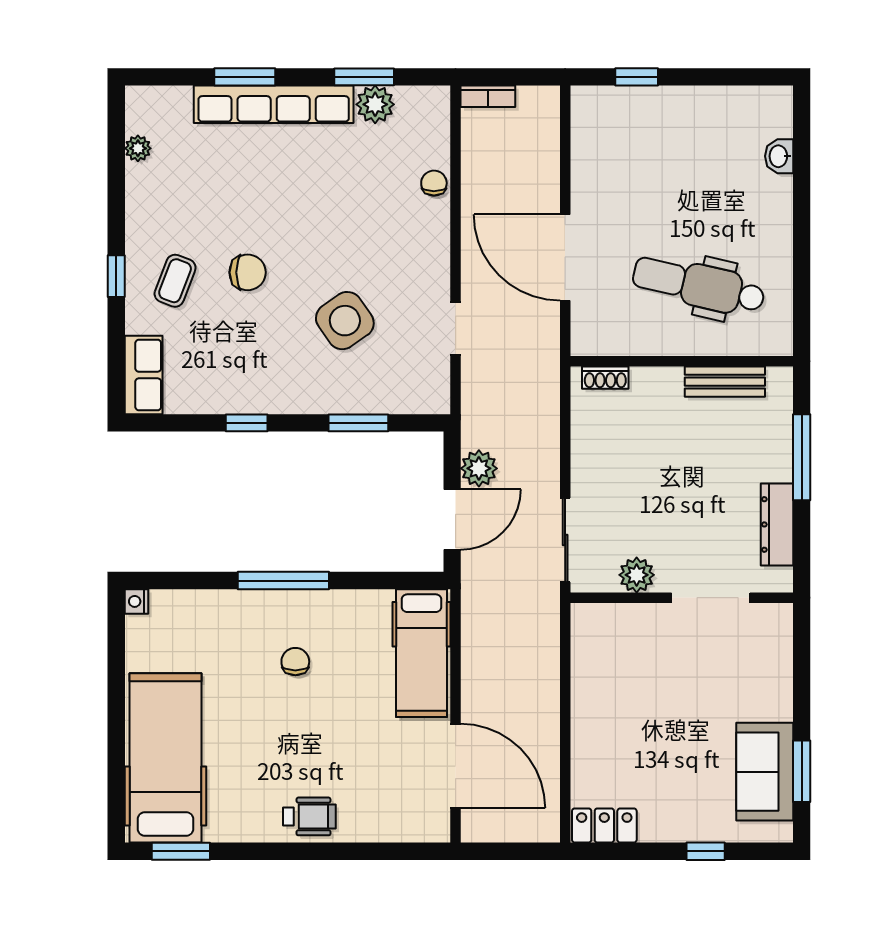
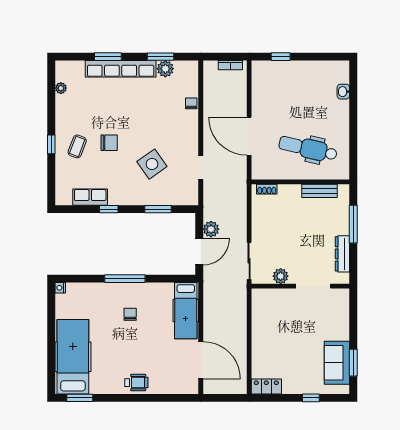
bookcase: (488, 96) -> (230, 65), moved
row of seats: (144, 375) -> (90, 197), moved, turned -90

